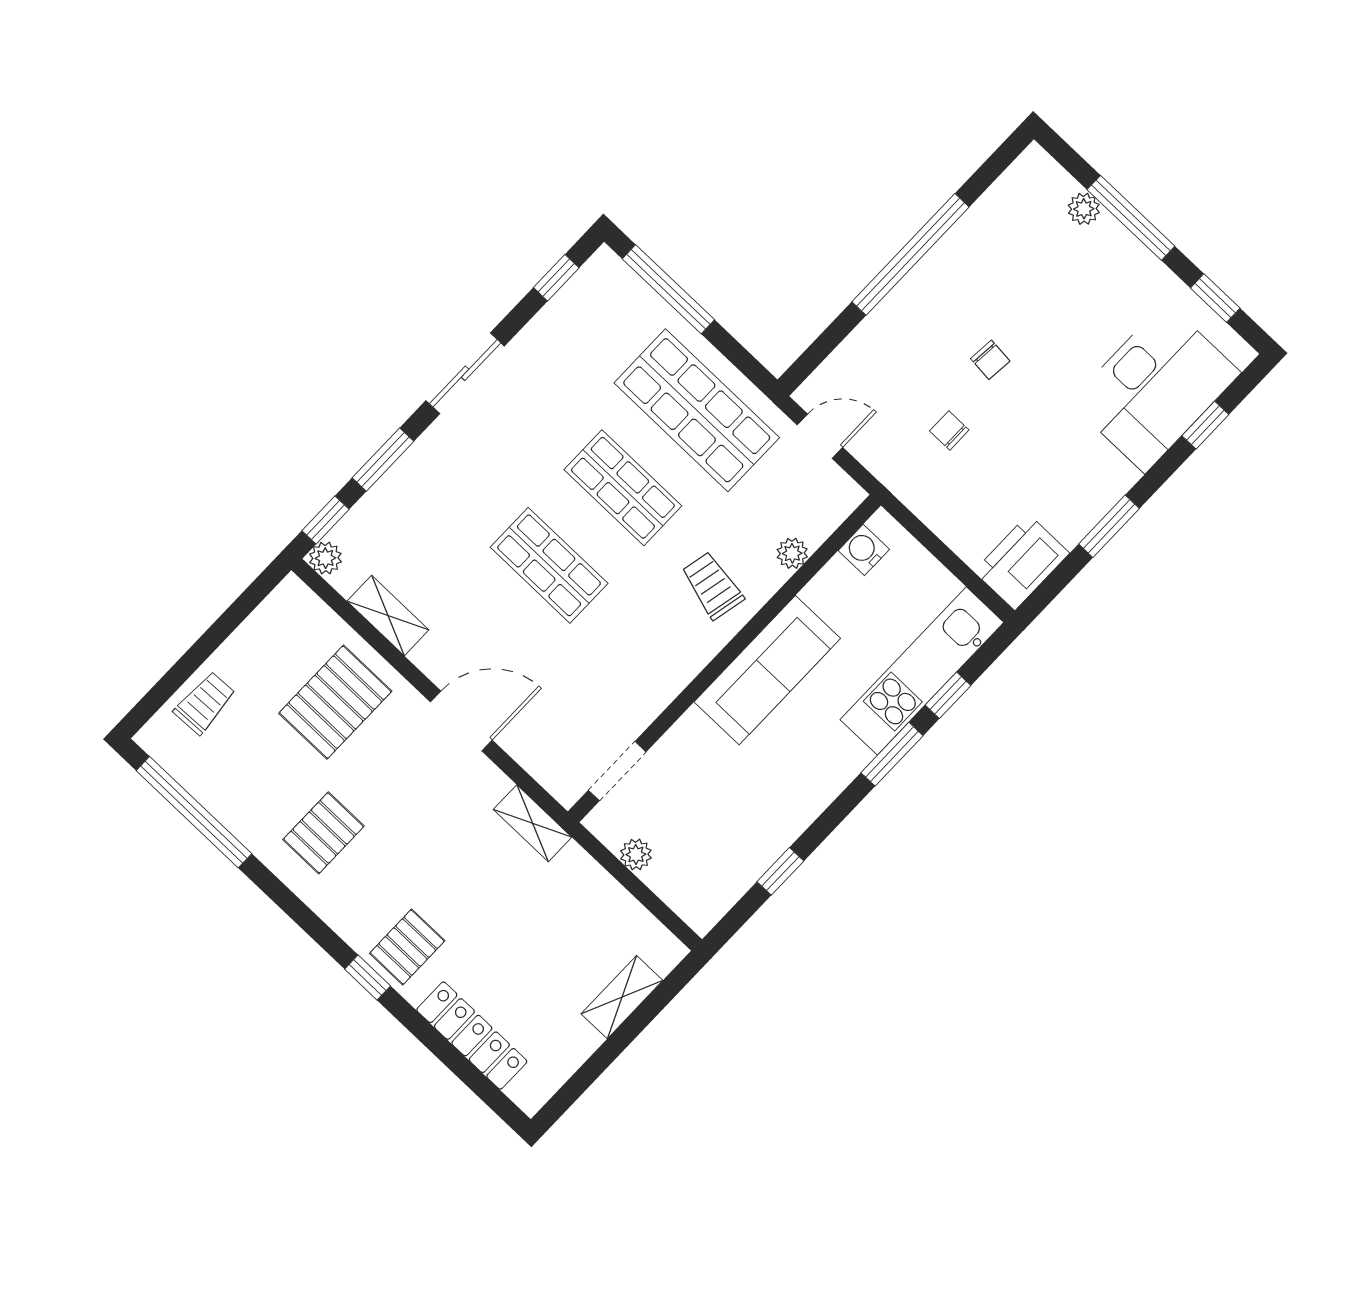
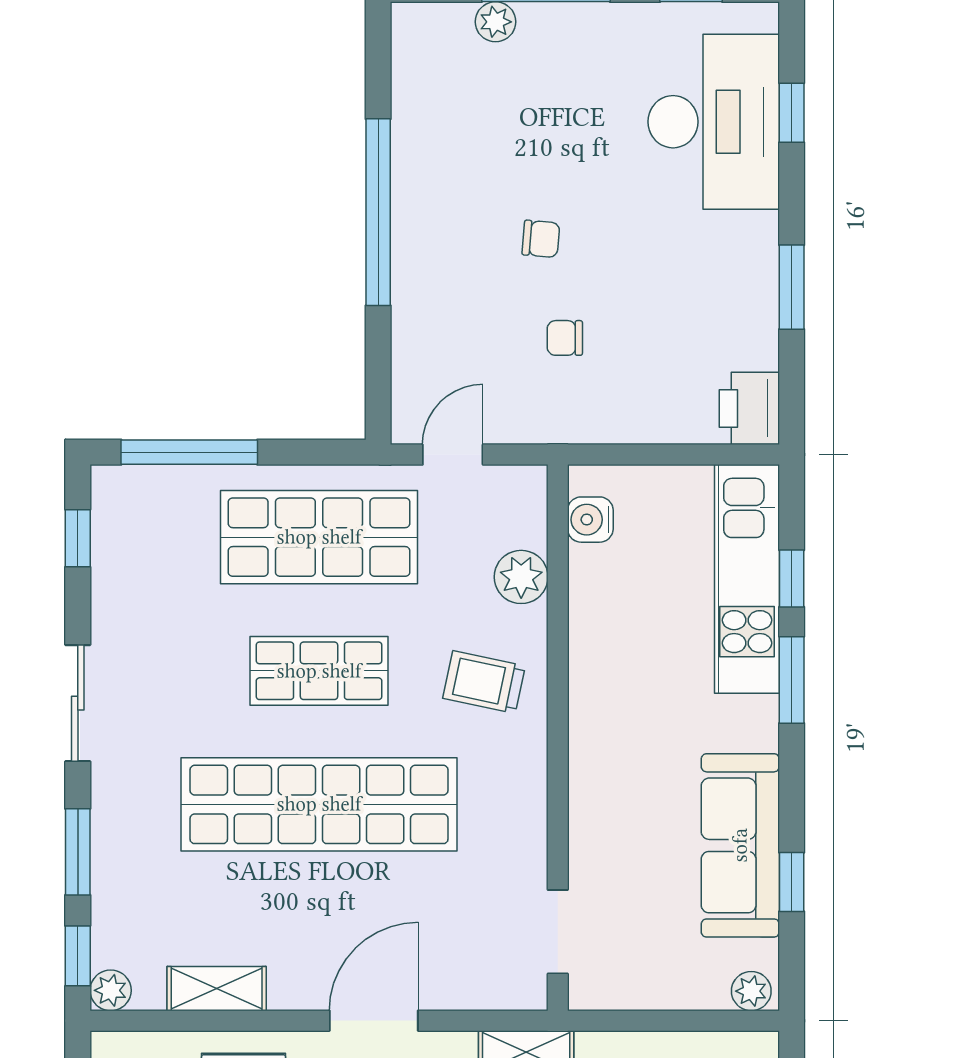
plant: (792, 553) -> (521, 577), width x1.38, depth x1.38
printer: (1022, 562) -> (749, 408), width x0.73, depth x0.84
shop shelf: (549, 565) -> (319, 804), width x2.00, depth x1.36
sofa: (767, 670) -> (740, 845), moved, turned 180
plant: (636, 854) -> (751, 991), moved

